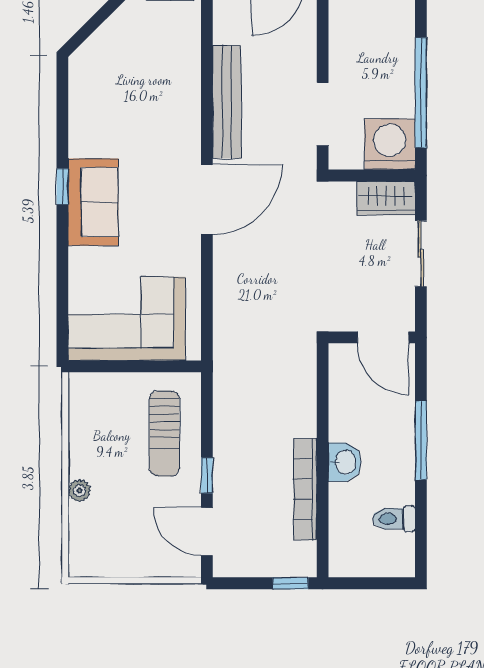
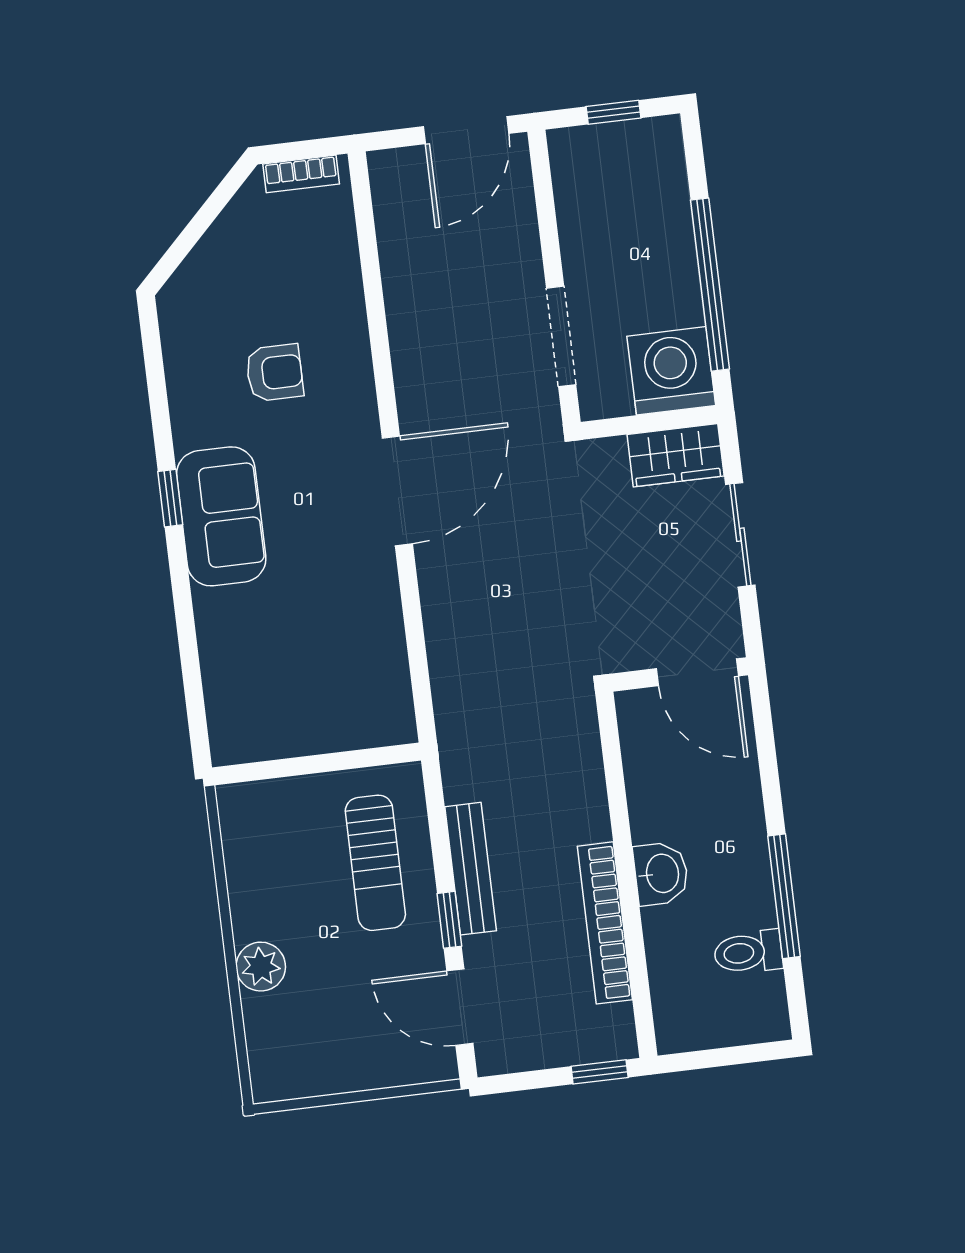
bench: (227, 102) -> (471, 869), moved, width x0.73, depth x0.82
armchair: (138, 115) -> (275, 373), added
corner sofa: (127, 319) -> (295, 691), removed
window: (421, 440) -> (784, 896), moved
plant: (80, 490) -> (261, 967), width x1.38, depth x1.38

